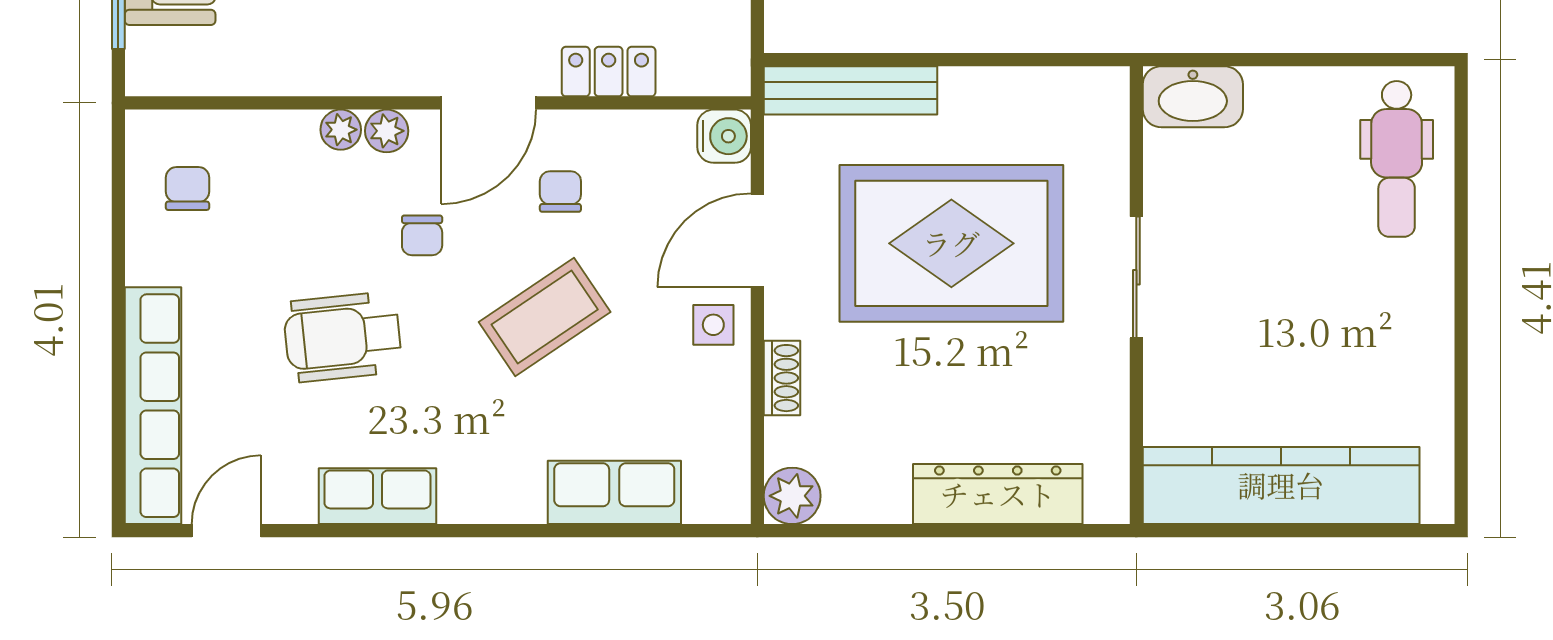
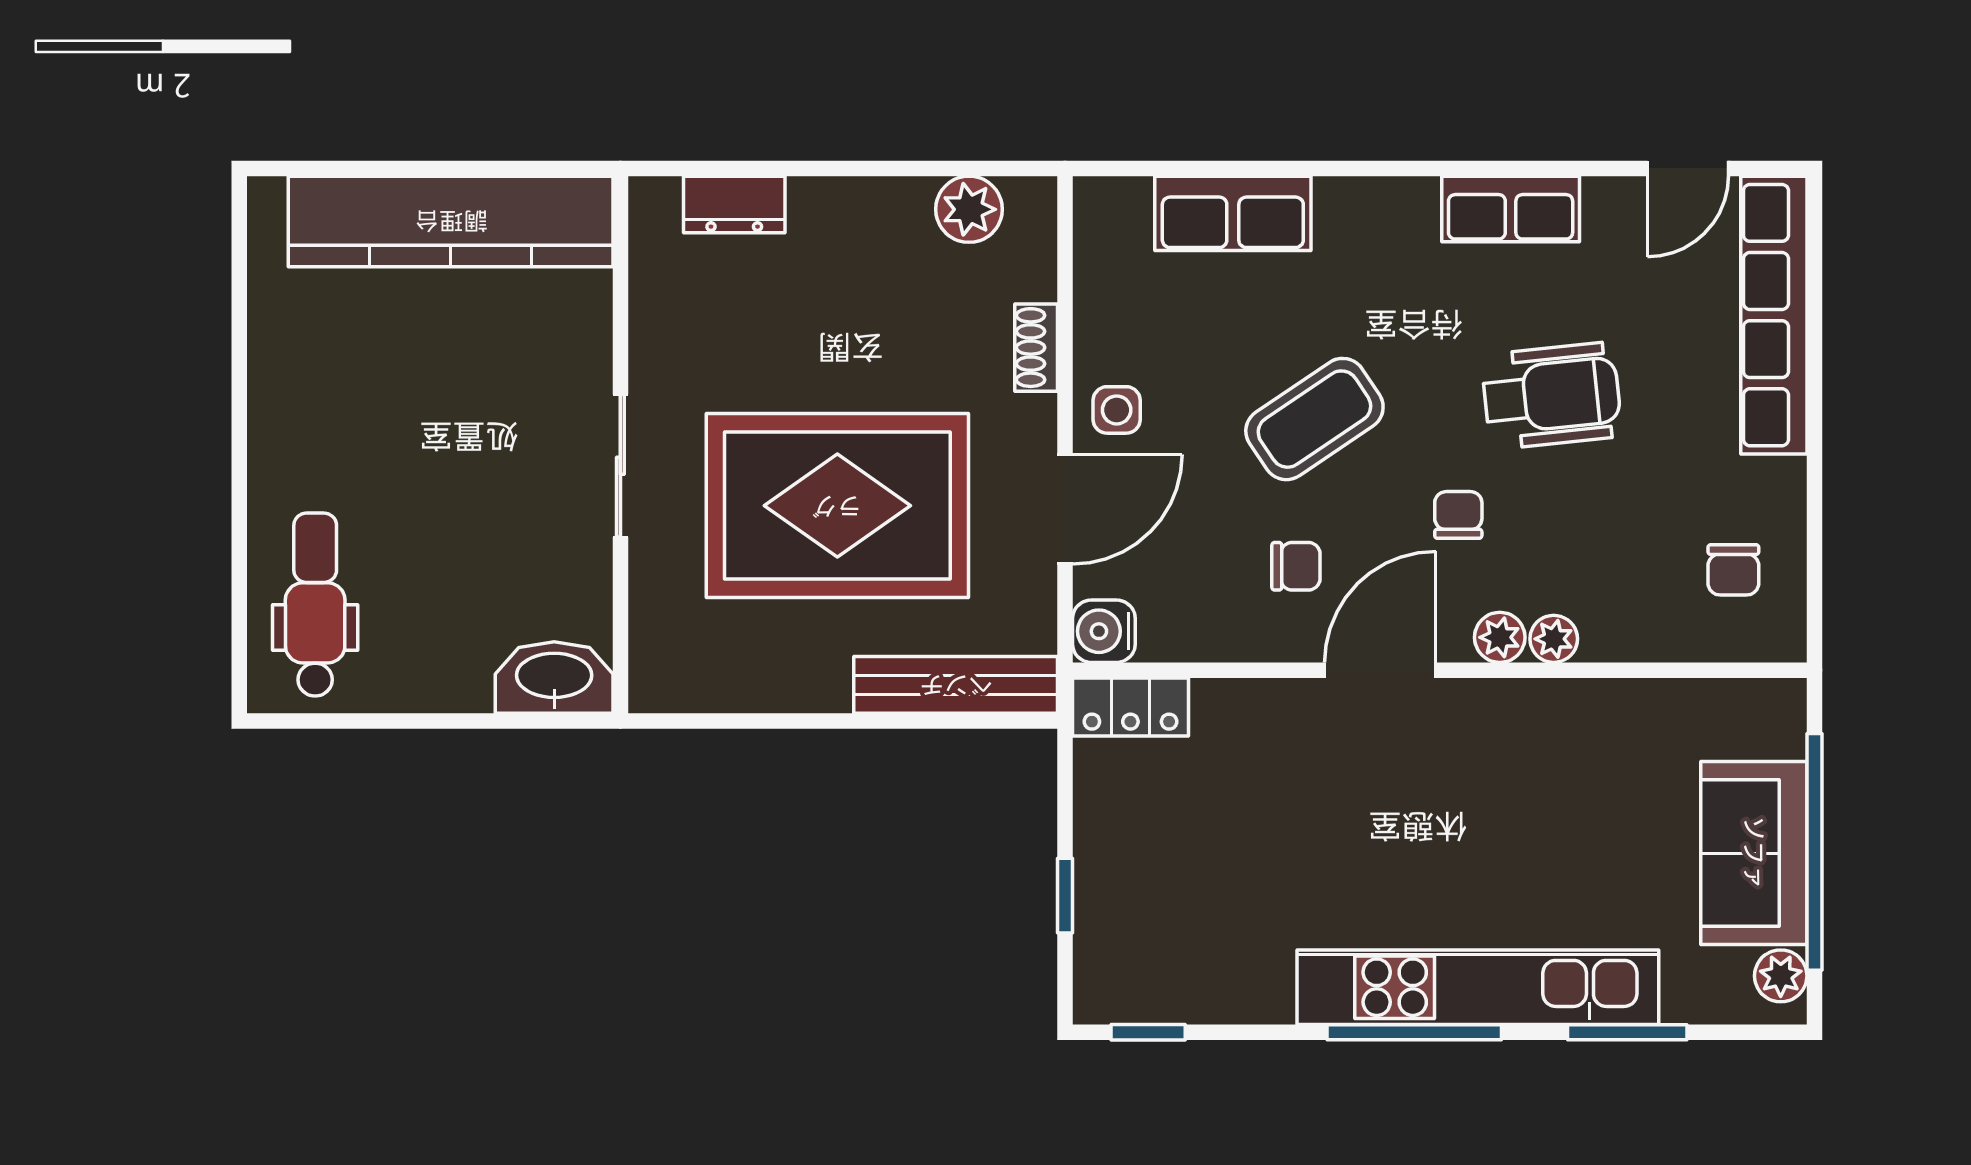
locker: (609, 72) -> (1130, 707), moved
chair: (560, 192) -> (1296, 566), turned -90
dresser: (998, 494) -> (734, 204), width x0.51, depth x0.80
plant: (792, 496) -> (969, 209), moved

